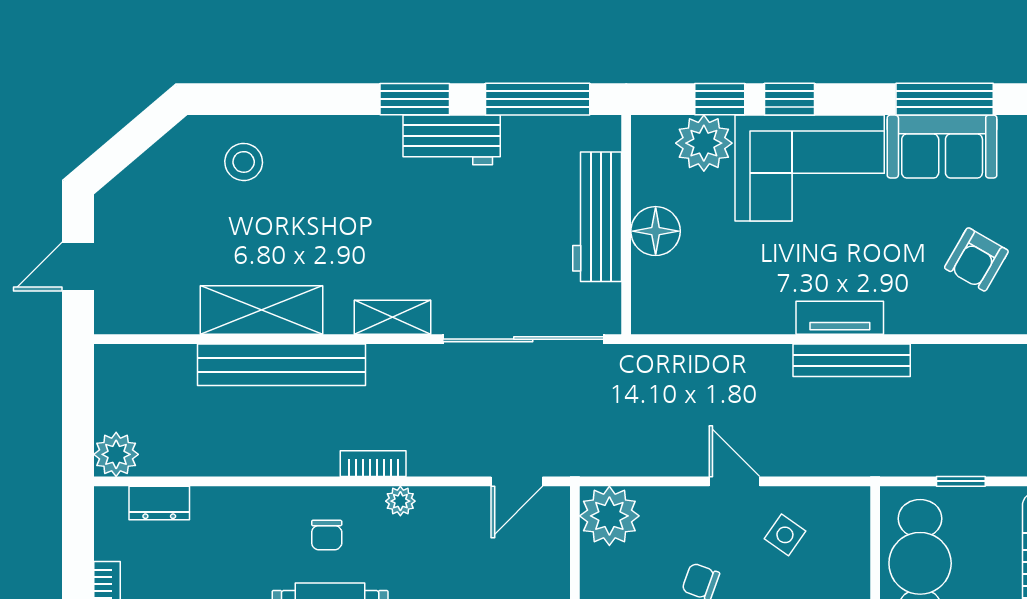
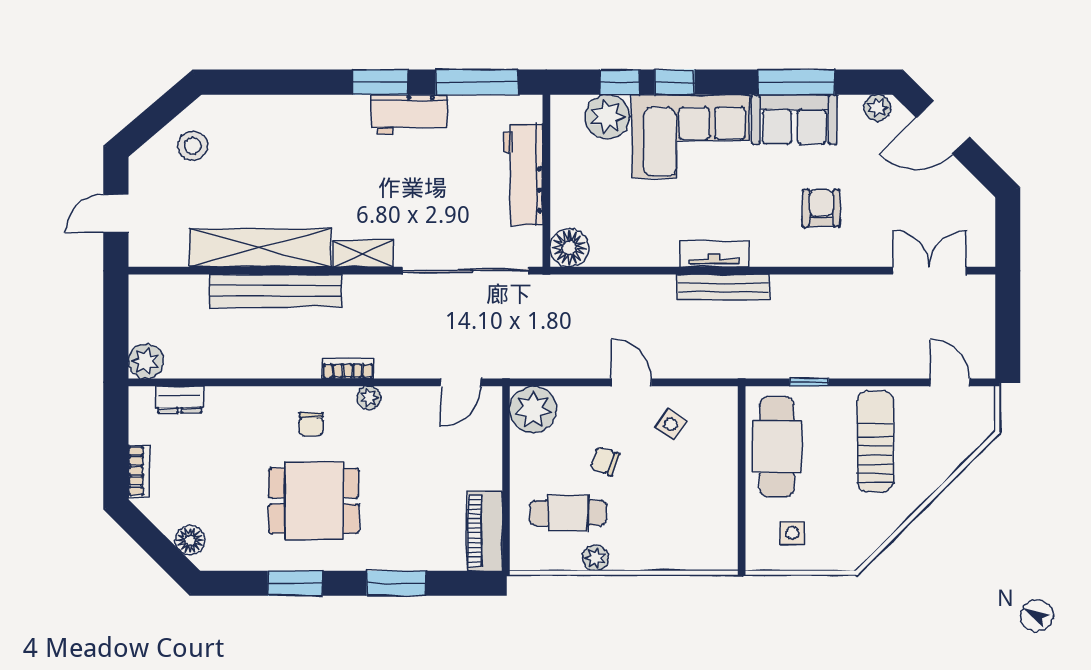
stool: (244, 162) -> (193, 146), moved
floor lamp: (656, 231) -> (569, 248), moved
armchair: (976, 259) -> (821, 208), turned 150
shelving: (261, 310) -> (260, 248), width x1.47

